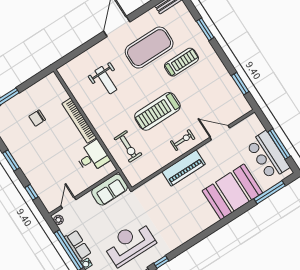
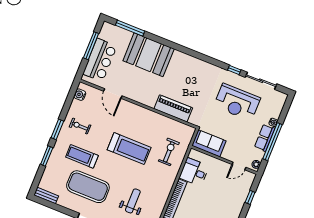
window: (240, 84) -> (57, 129), moved
water cooler: (241, 101) -> (80, 95), added
exercise bike: (183, 140) -> (80, 126), moved
bar counter: (268, 155) -> (100, 60), moved
piano: (184, 168) -> (173, 108), moved

